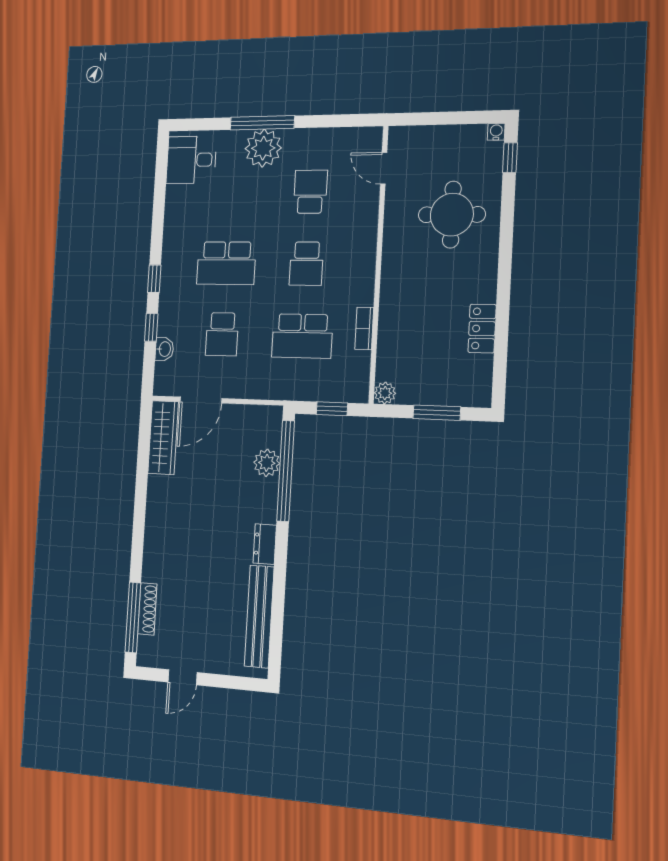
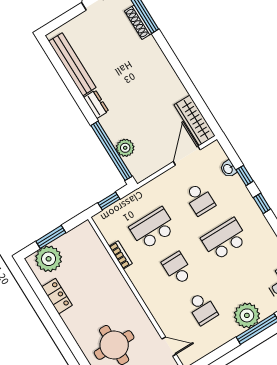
school desk: (222, 334) -> (200, 199), turned 180
plant: (385, 393) -> (49, 259), moved, width x1.87, depth x1.87

